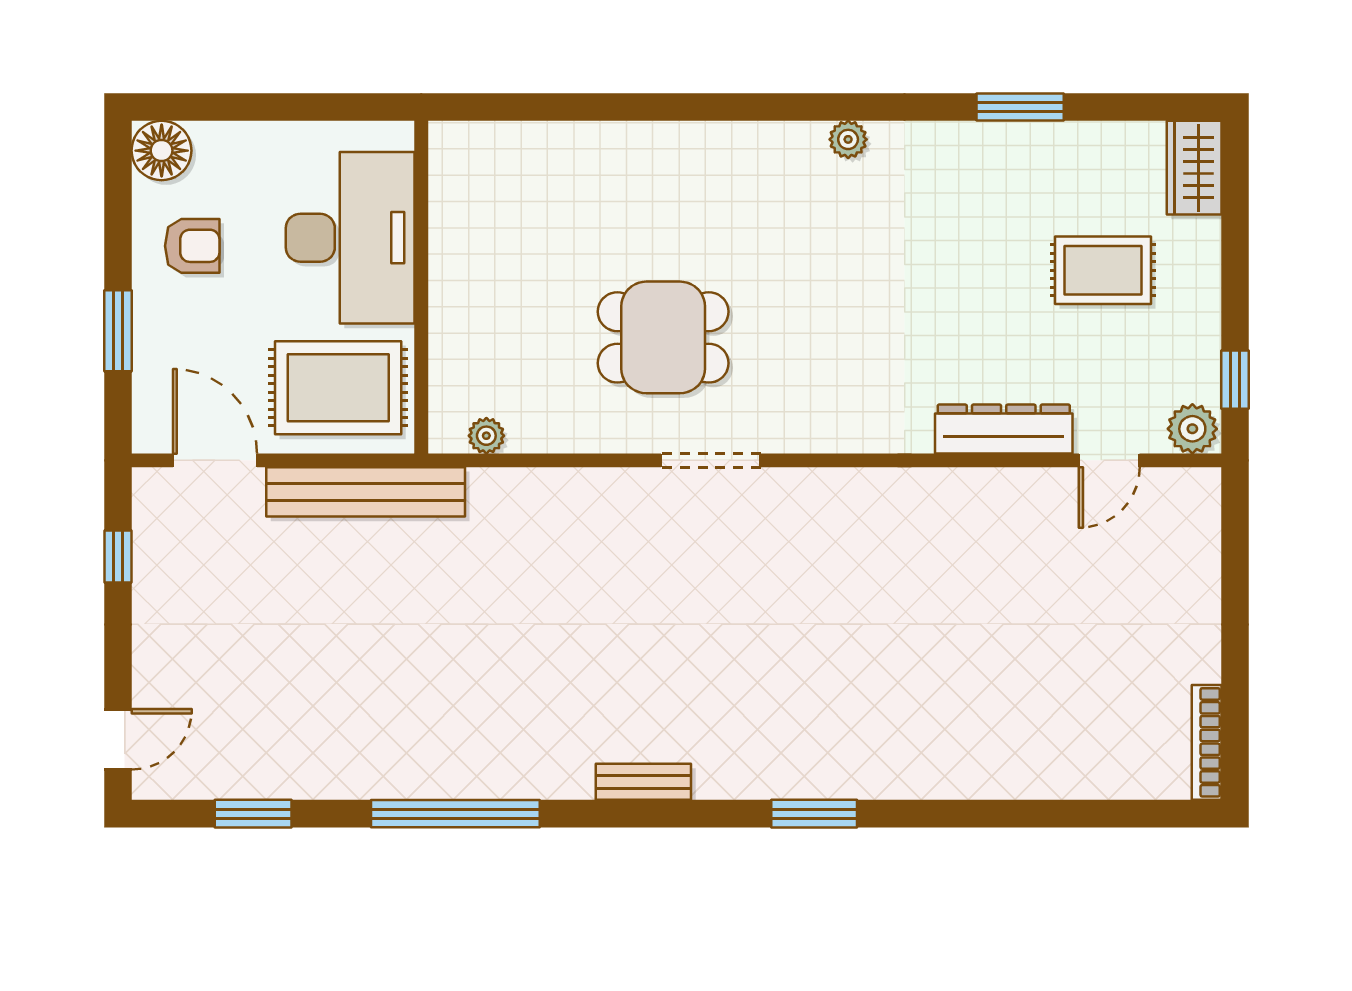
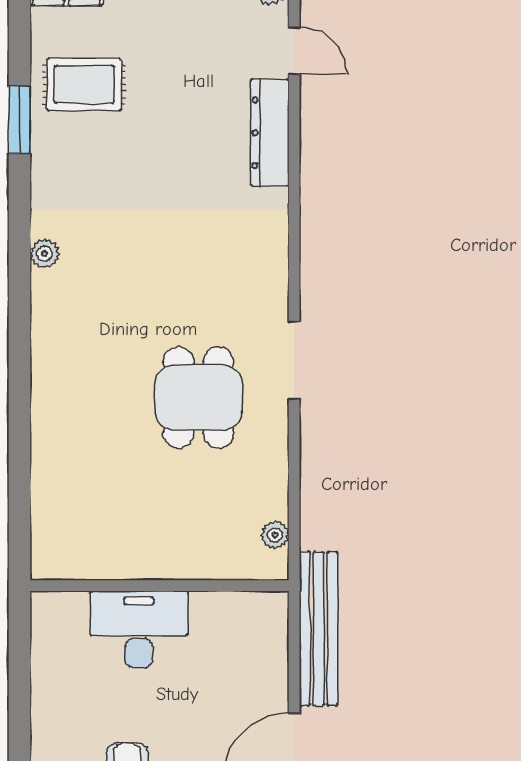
desk: (350, 238) -> (139, 629), width x0.73, depth x0.77
rug: (1103, 270) -> (84, 85), moved, turned 90
rug: (338, 388) -> (238, 650), removed

